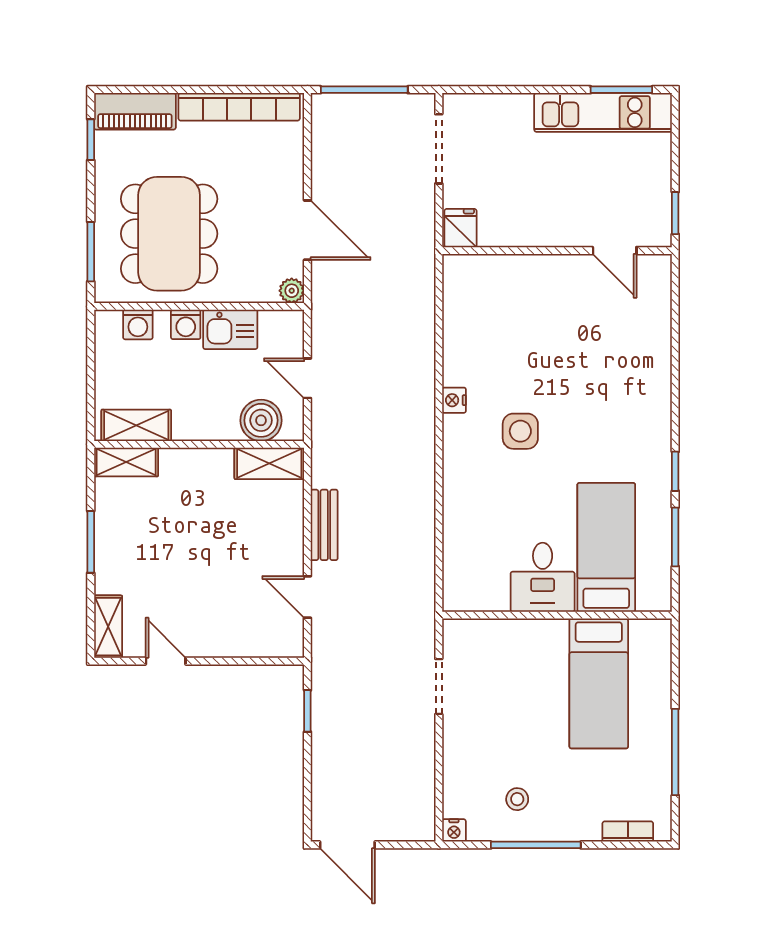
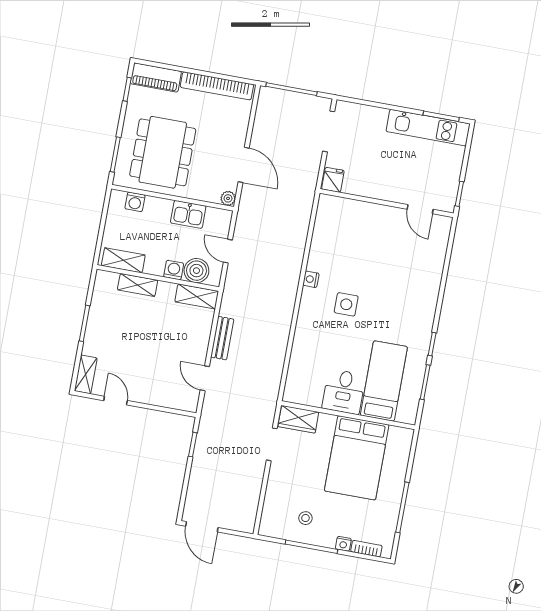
washing machine: (186, 324) -> (174, 270), moved, turned 180
shelving: (126, 462) -> (138, 285), moved
wardrobe: (475, 637) -> (298, 419), added
bed: (599, 683) -> (357, 458), width x1.50
nightstand: (454, 830) -> (343, 544), moved

